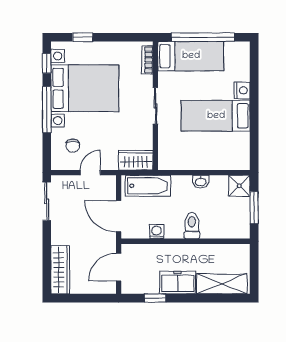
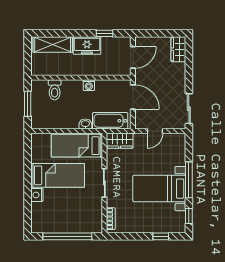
bed: (191, 56) -> (77, 146), moved
bed with nightstands: (85, 88) -> (159, 189), width x0.73
chair: (73, 146) -> (169, 152), removed
washbasin: (201, 182) -> (85, 124), moved
shower: (239, 186) -> (39, 121), removed
toilet: (192, 226) -> (55, 90), moved
washing machine: (157, 232) -> (89, 85), moved
wardrobe: (60, 270) -> (178, 49), width x0.67

